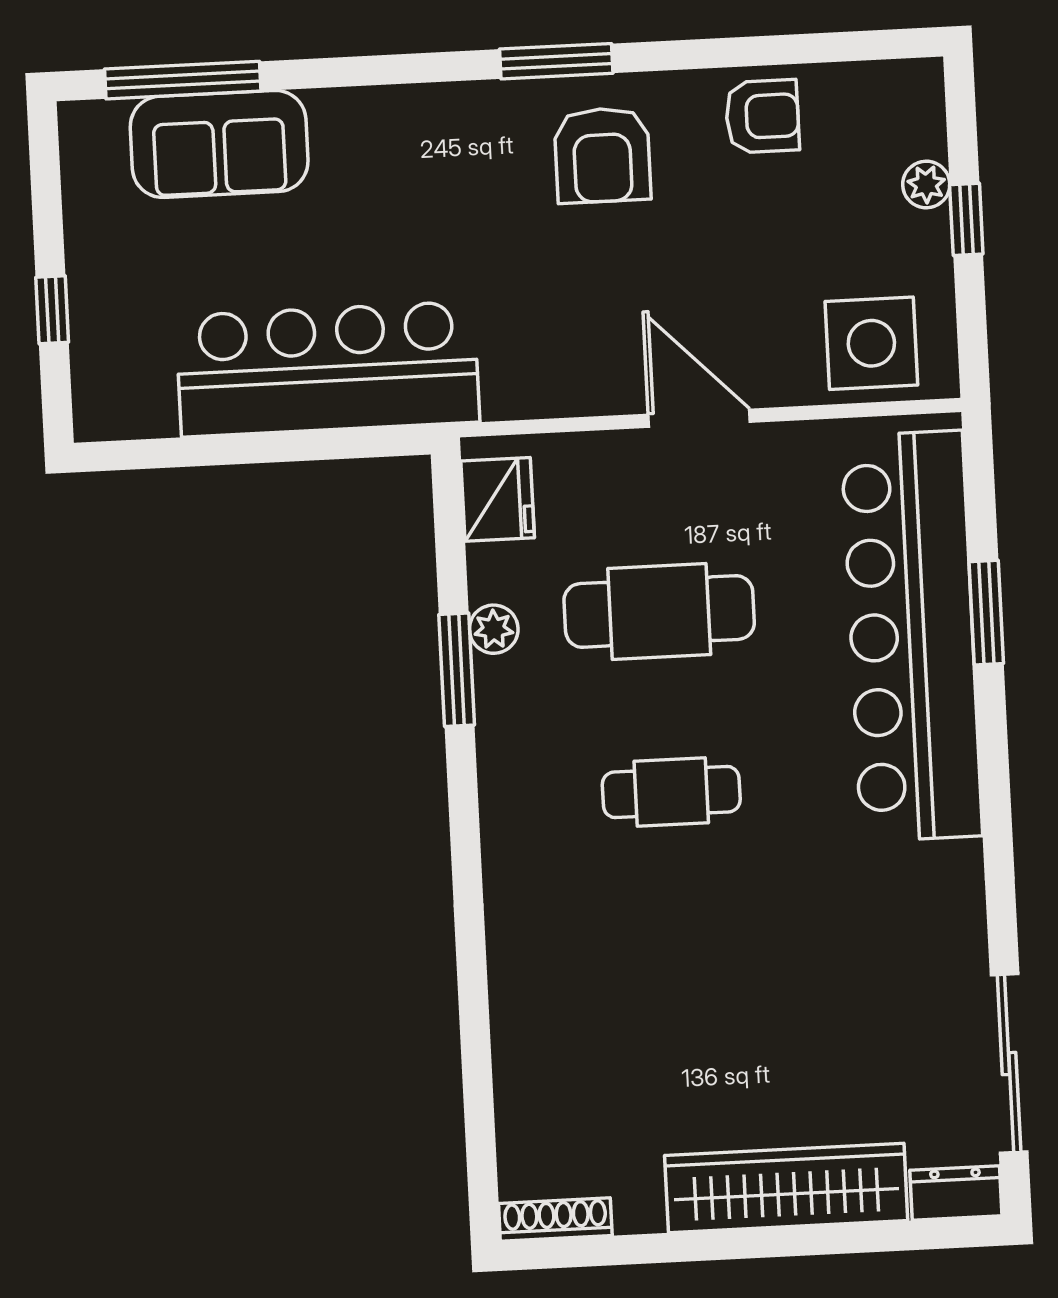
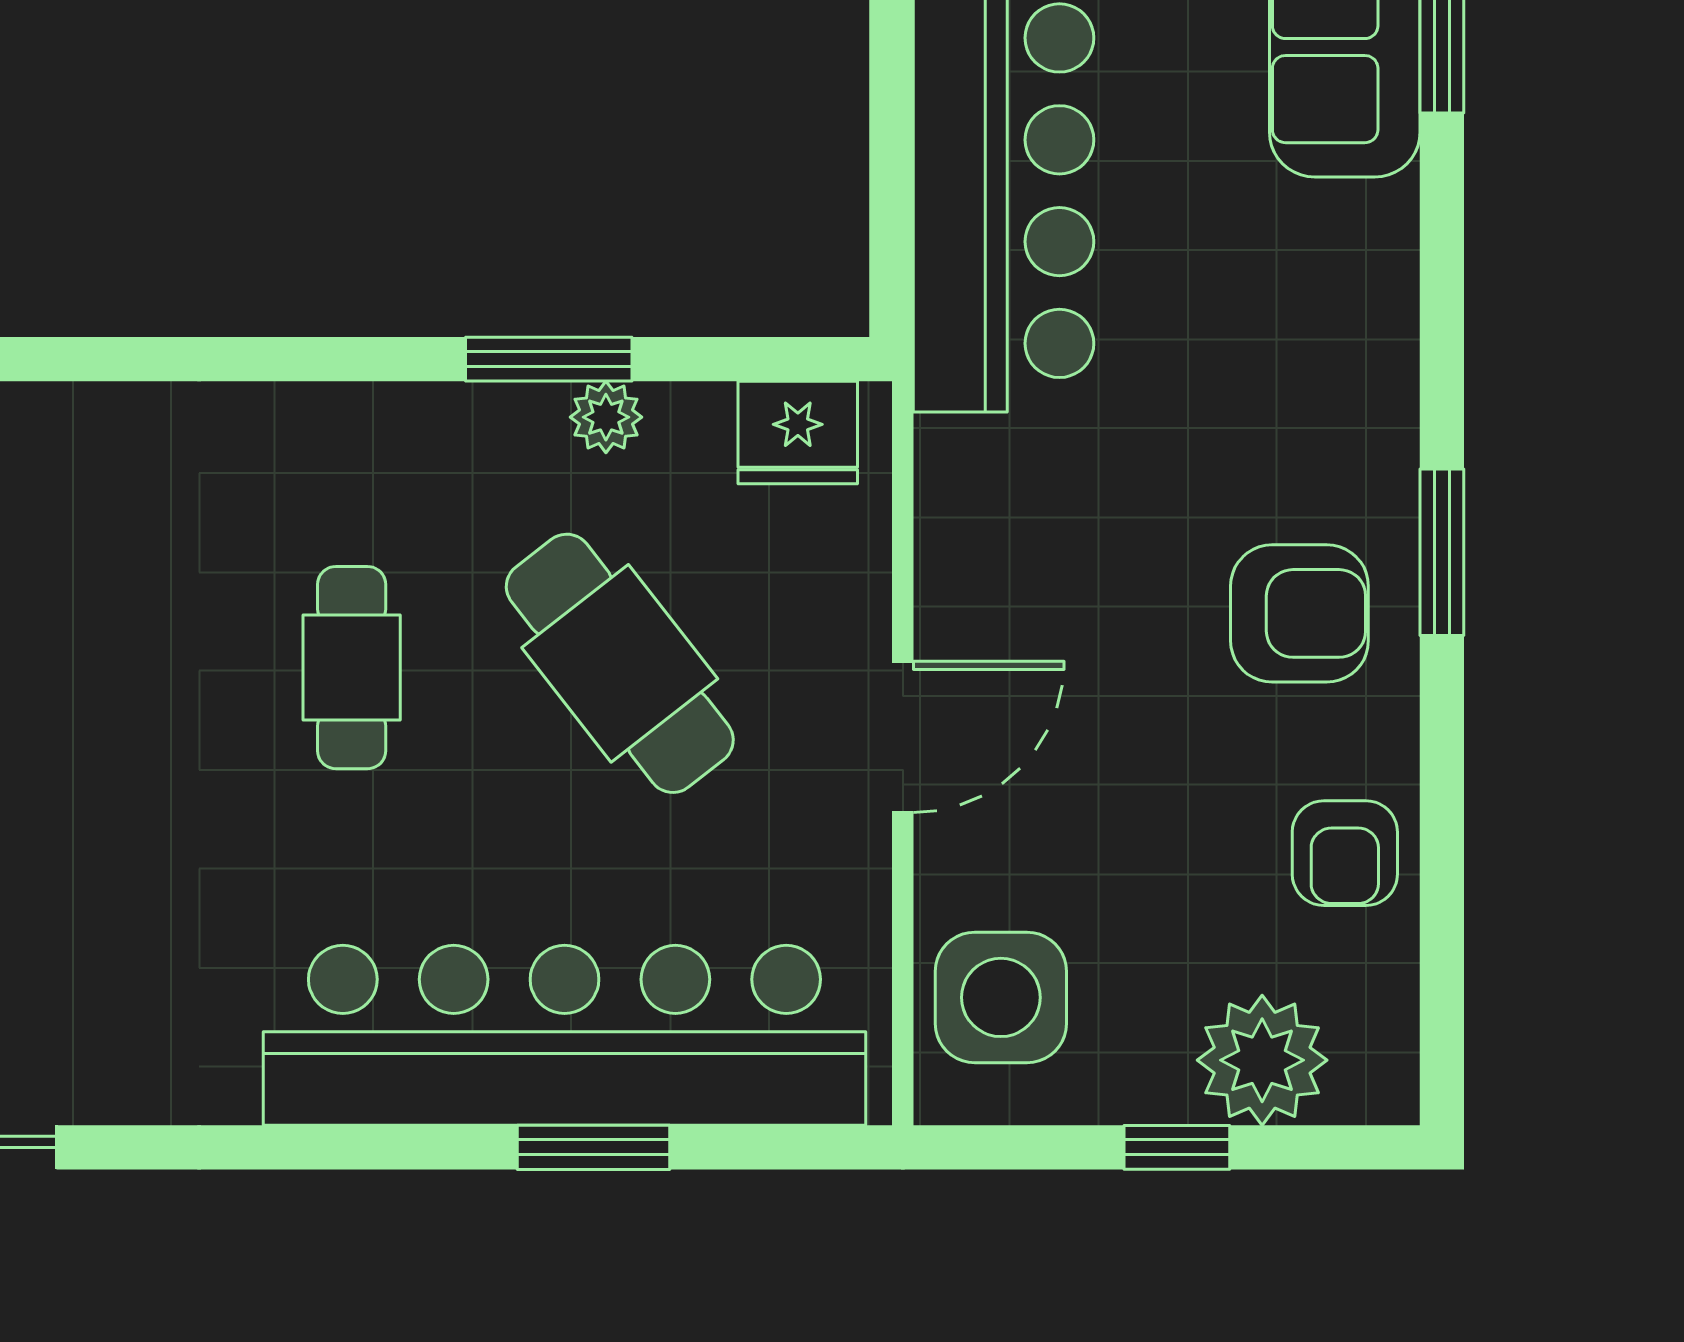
armchair: (602, 155) -> (1299, 613), turned 180
plant: (926, 184) -> (1262, 1060), width x1.88, depth x1.88
cafe table: (659, 611) -> (620, 663), turned -38

